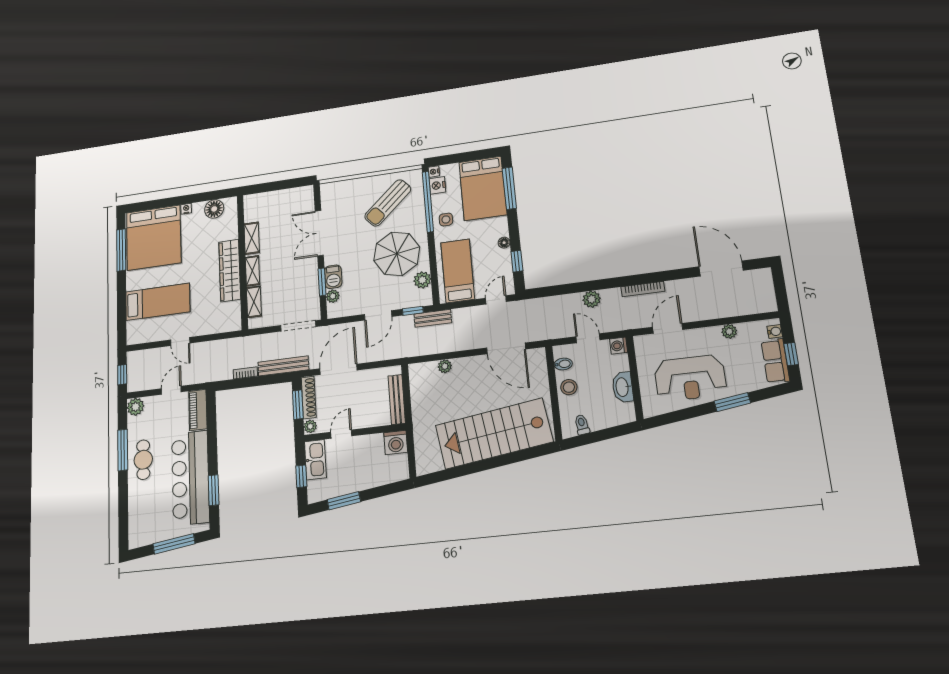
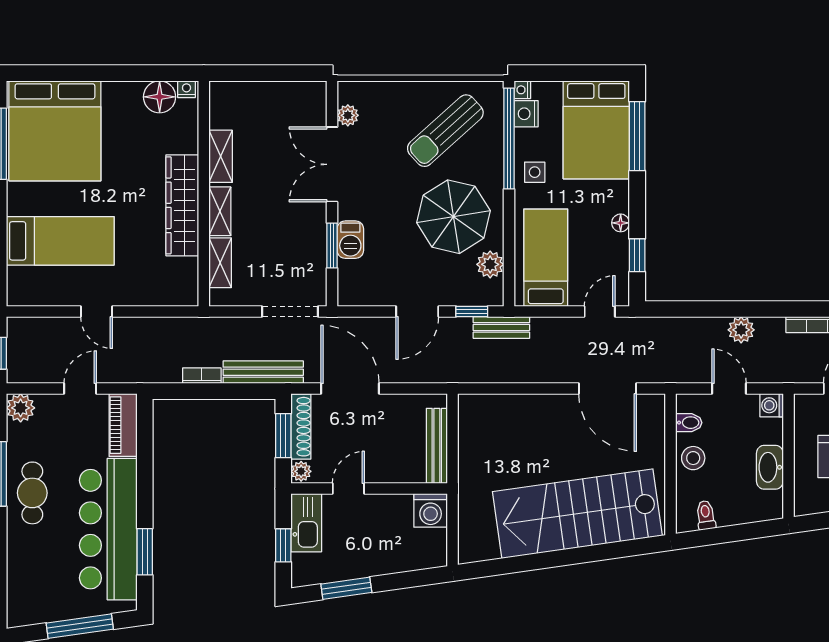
nightstand: (186, 209) -> (186, 89), moved
plant: (333, 296) -> (348, 115), moved
plant: (445, 366) -> (514, 404), removed
door: (338, 369) -> (350, 389), hinge flipped

